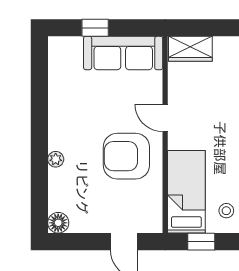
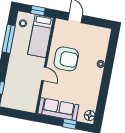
wardrobe: (190, 49) -> (25, 105), removed
floor lamp: (58, 223) -> (90, 116), moved

